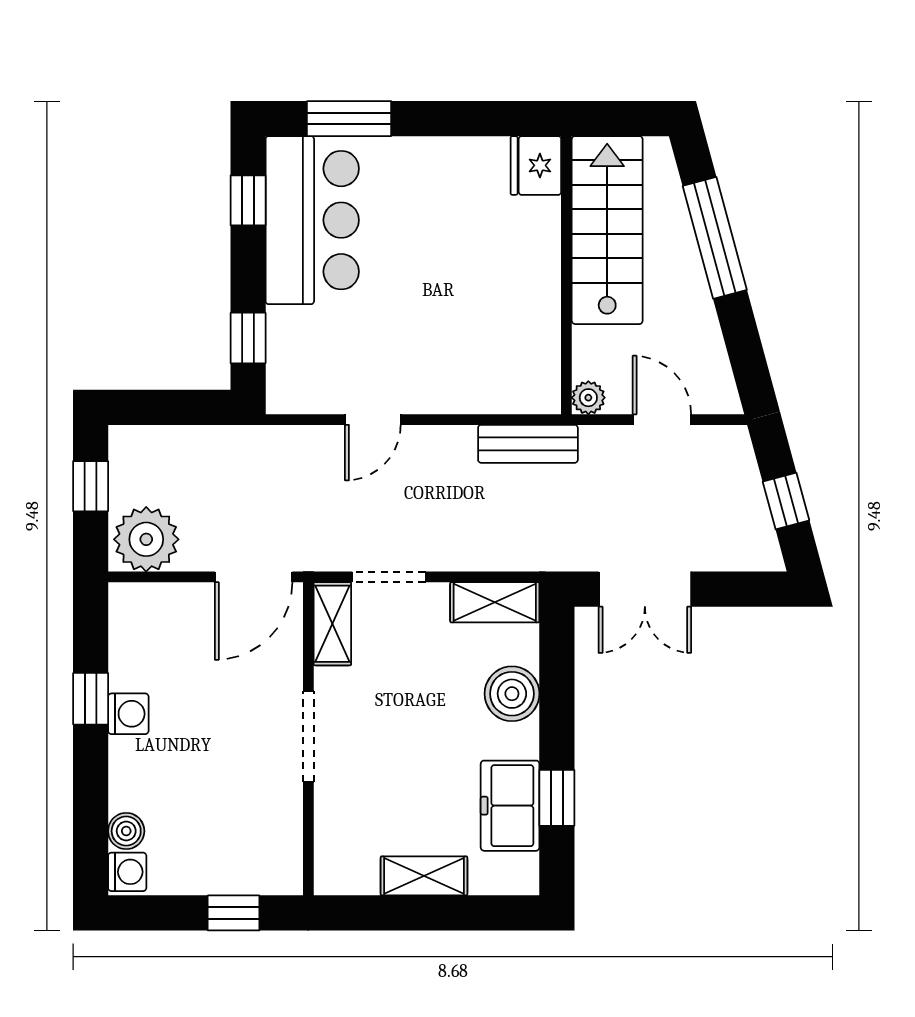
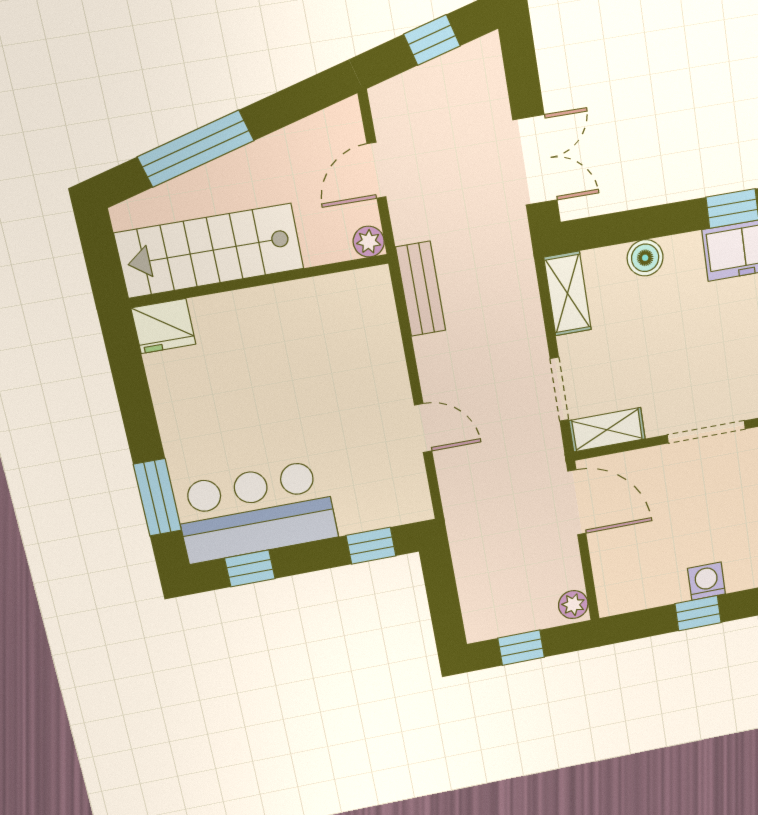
plant: (146, 539) -> (573, 605), width x0.53, depth x0.53
boiler: (512, 694) -> (645, 258), width x0.73, depth x0.73

